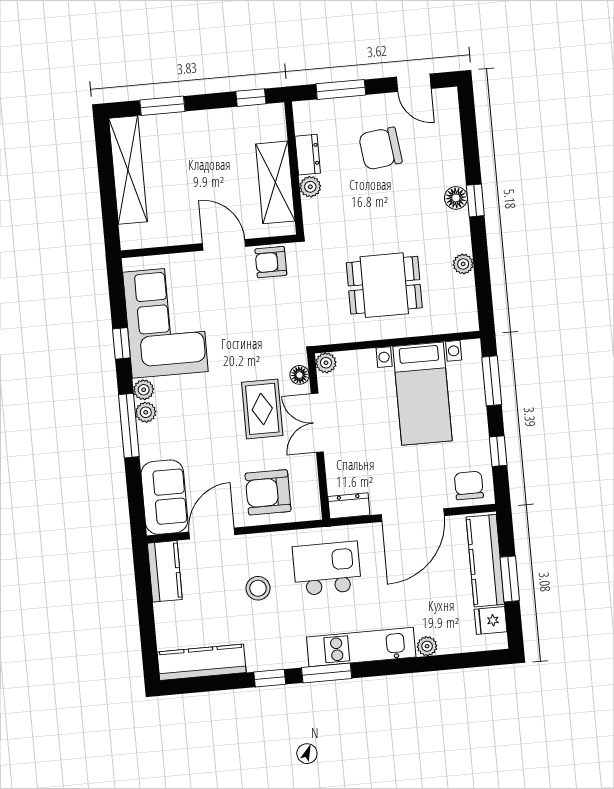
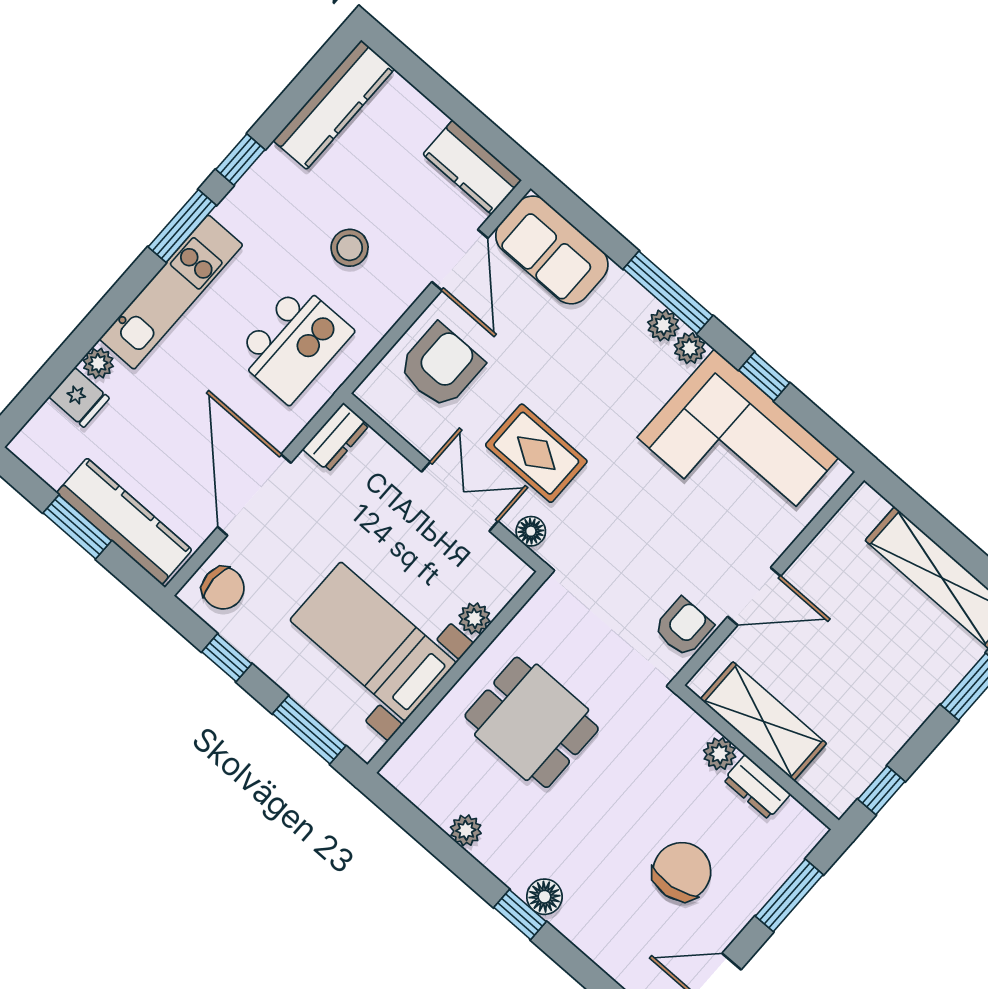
dining table: (384, 285) -> (532, 722), turned 90
plant: (326, 363) -> (475, 618), moved
fridge: (491, 621) -> (79, 397), moved, turned 90

